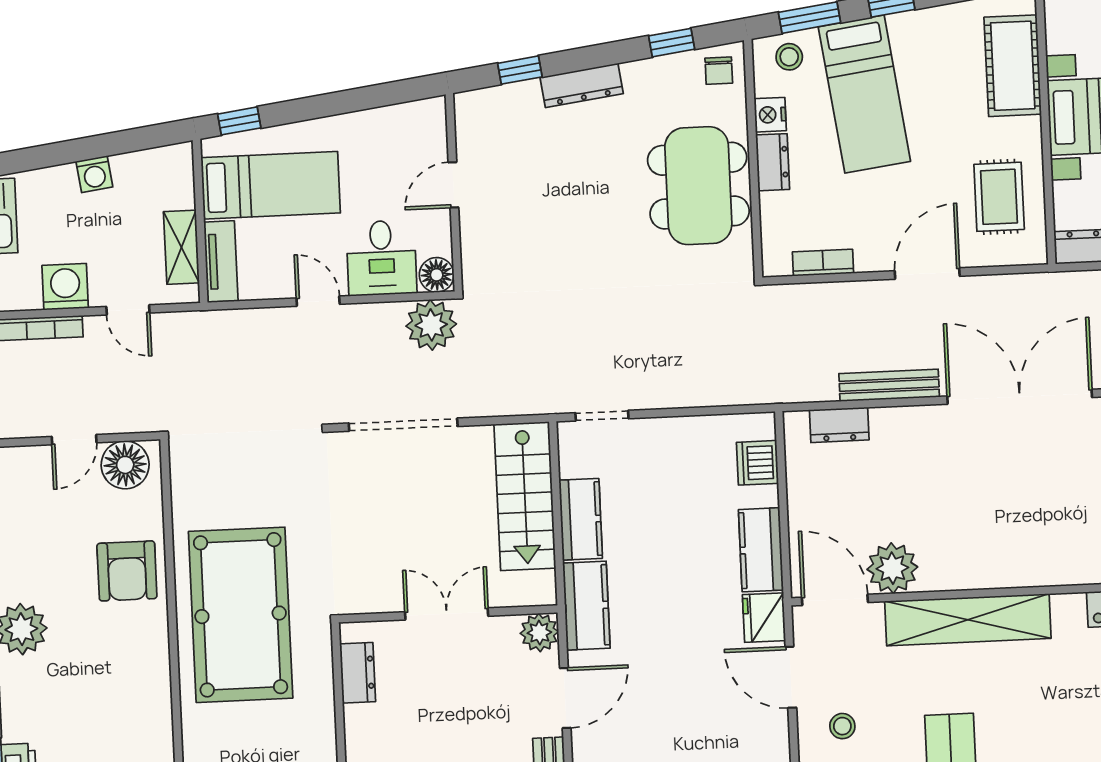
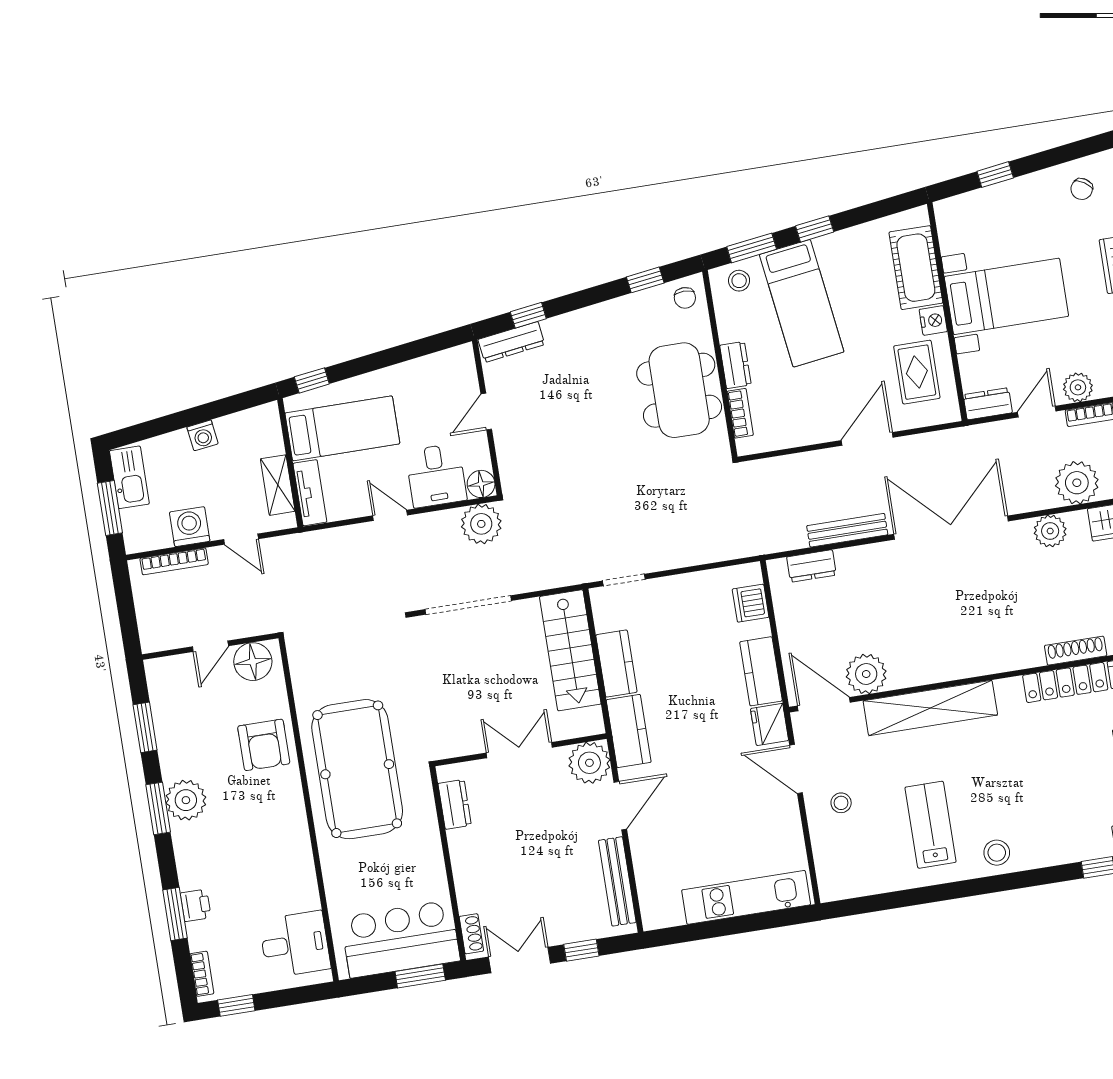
dresser: (582, 85) -> (511, 342), moved
nightstand: (770, 115) -> (933, 320), moved, turned 180
bookcase: (823, 263) -> (740, 413), moved, turned 90
plant: (539, 633) -> (589, 763), width x1.36, depth x1.36

